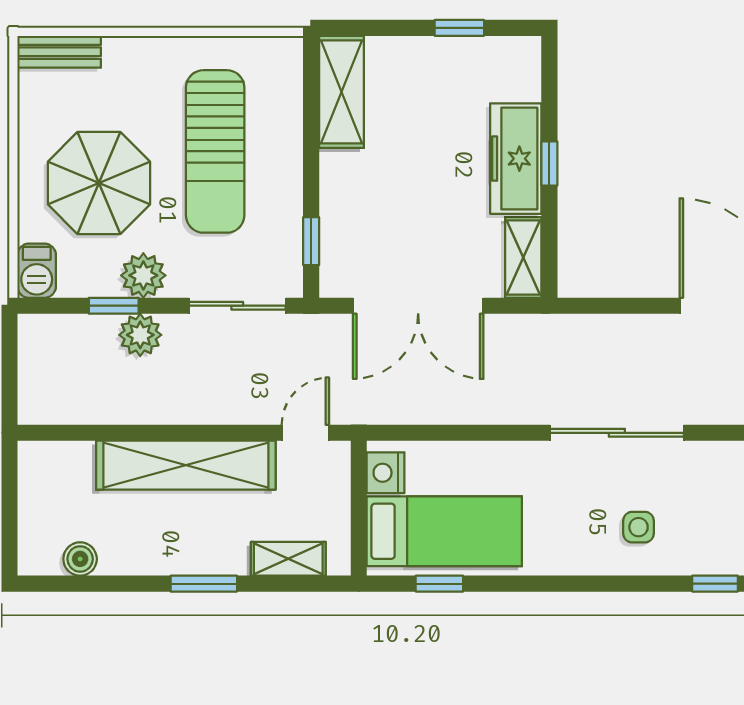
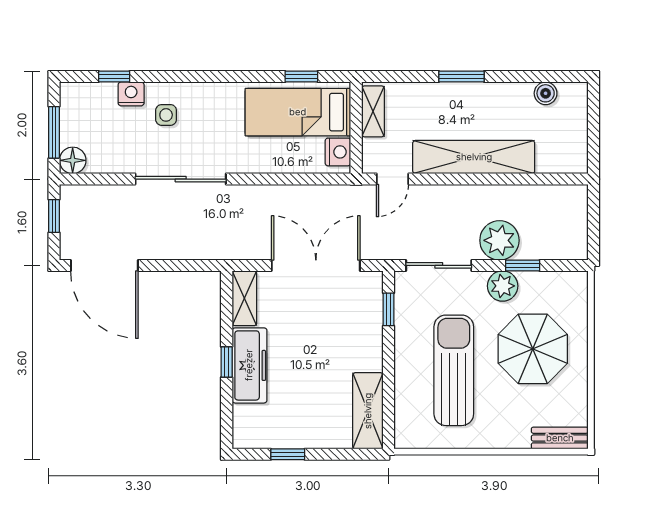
barbecue: (37, 271) -> (575, 289), removed
plant: (140, 335) -> (499, 240), width x1.36, depth x1.36
nightstand: (690, 558) -> (131, 94), added
shelving: (288, 559) -> (373, 111), moved, turned 90

